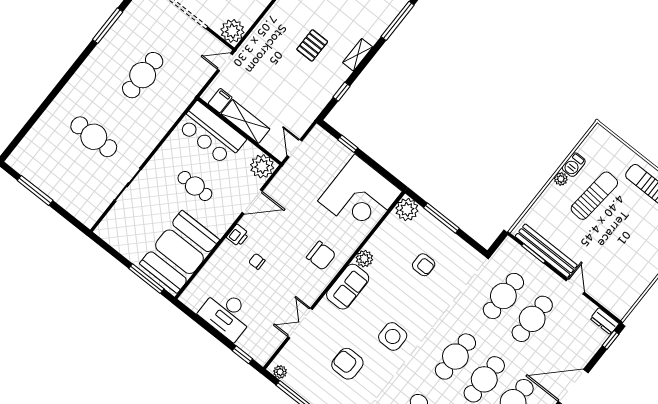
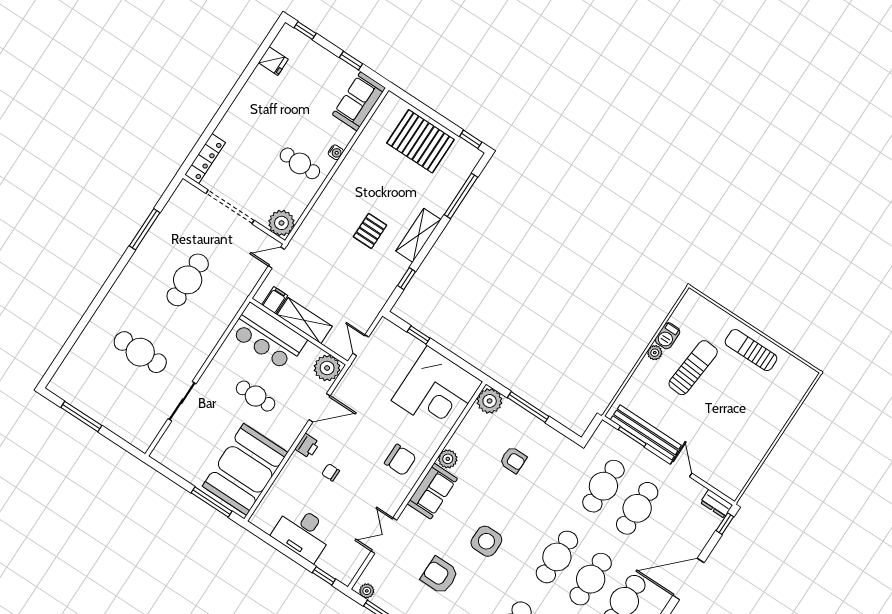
shelving: (358, 55) -> (418, 235), width x1.50, depth x1.33

